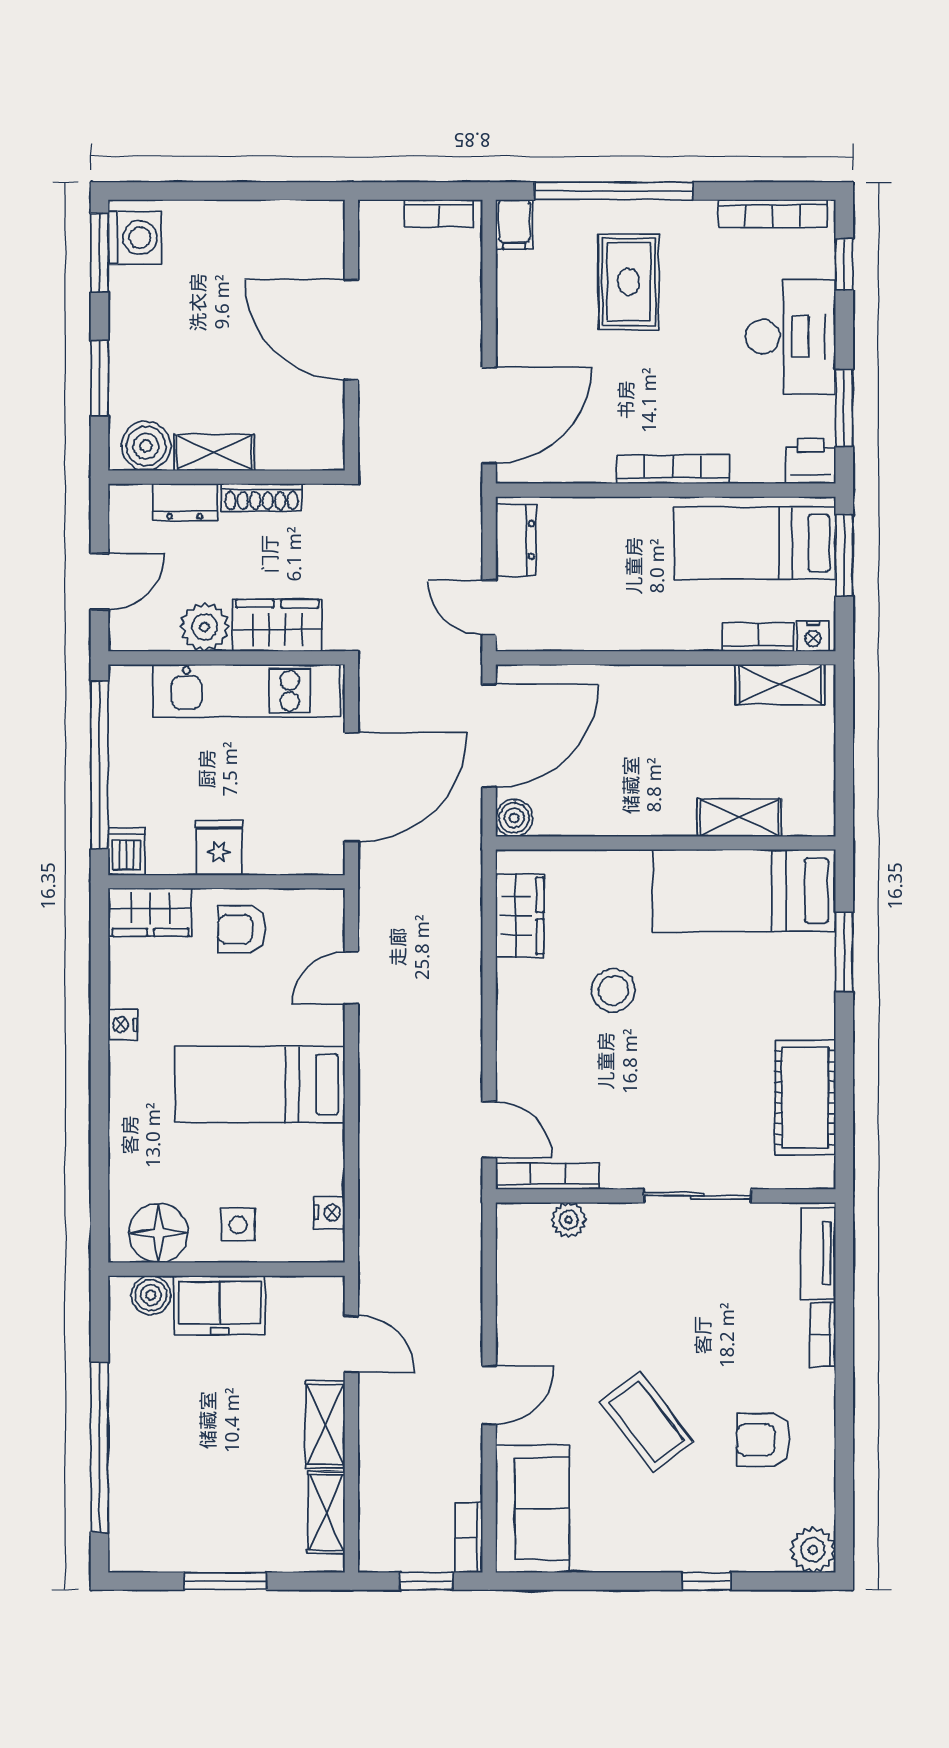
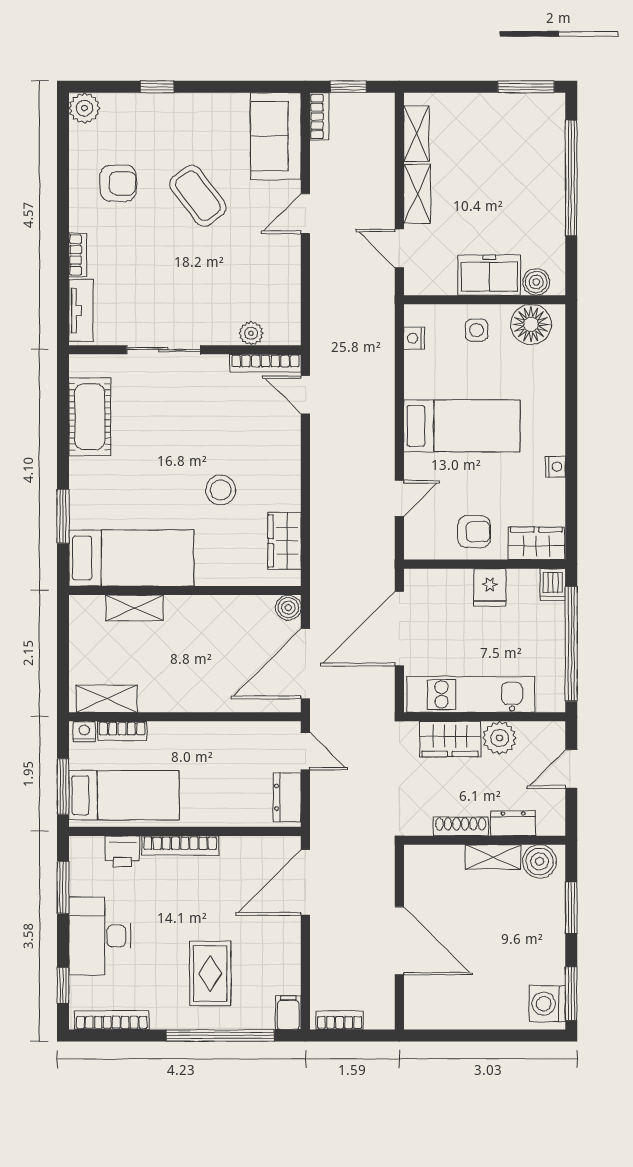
printer: (811, 461) -> (122, 851), moved
window: (225, 1581) -> (526, 87), moved

